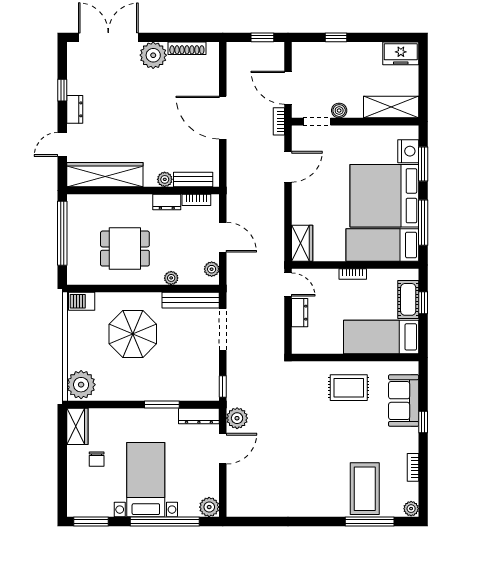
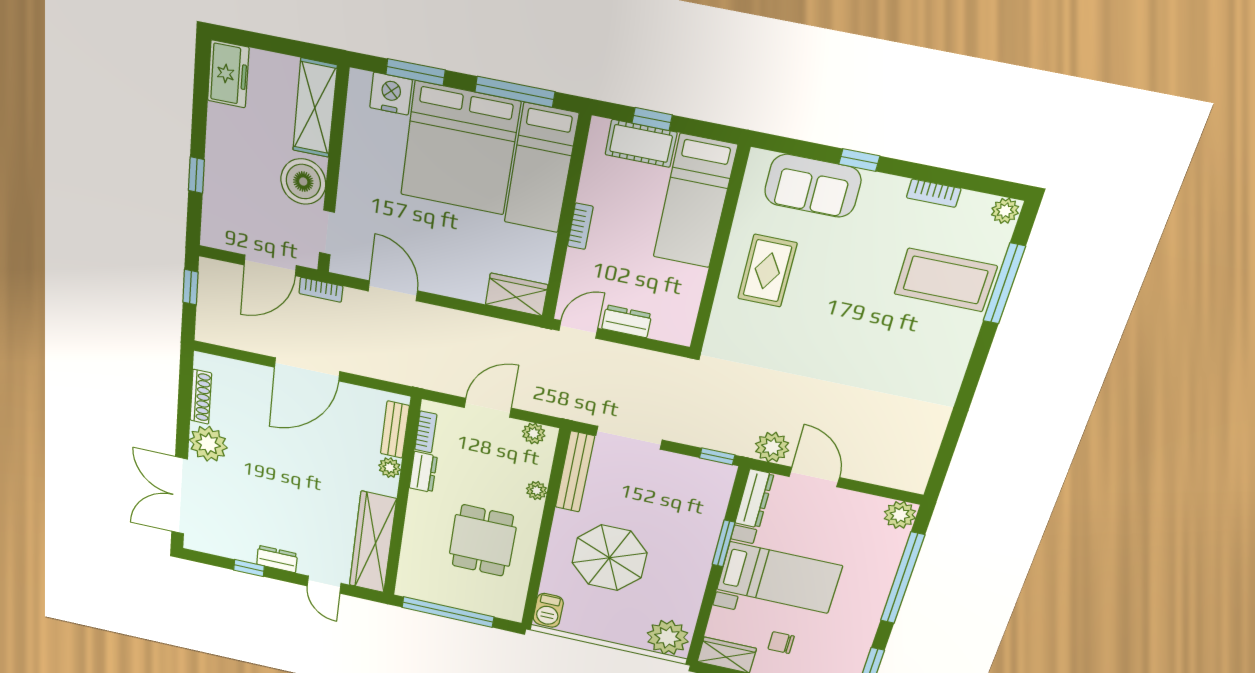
boiler: (339, 111) -> (303, 182), width x1.86, depth x1.86
chair: (97, 459) -> (781, 643), turned 180
bed with nightstands: (146, 480) -> (779, 578), moved, turned 180

